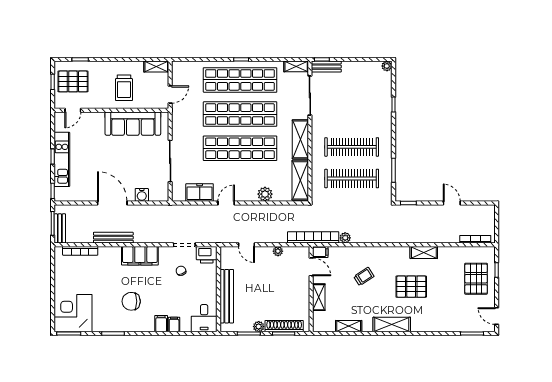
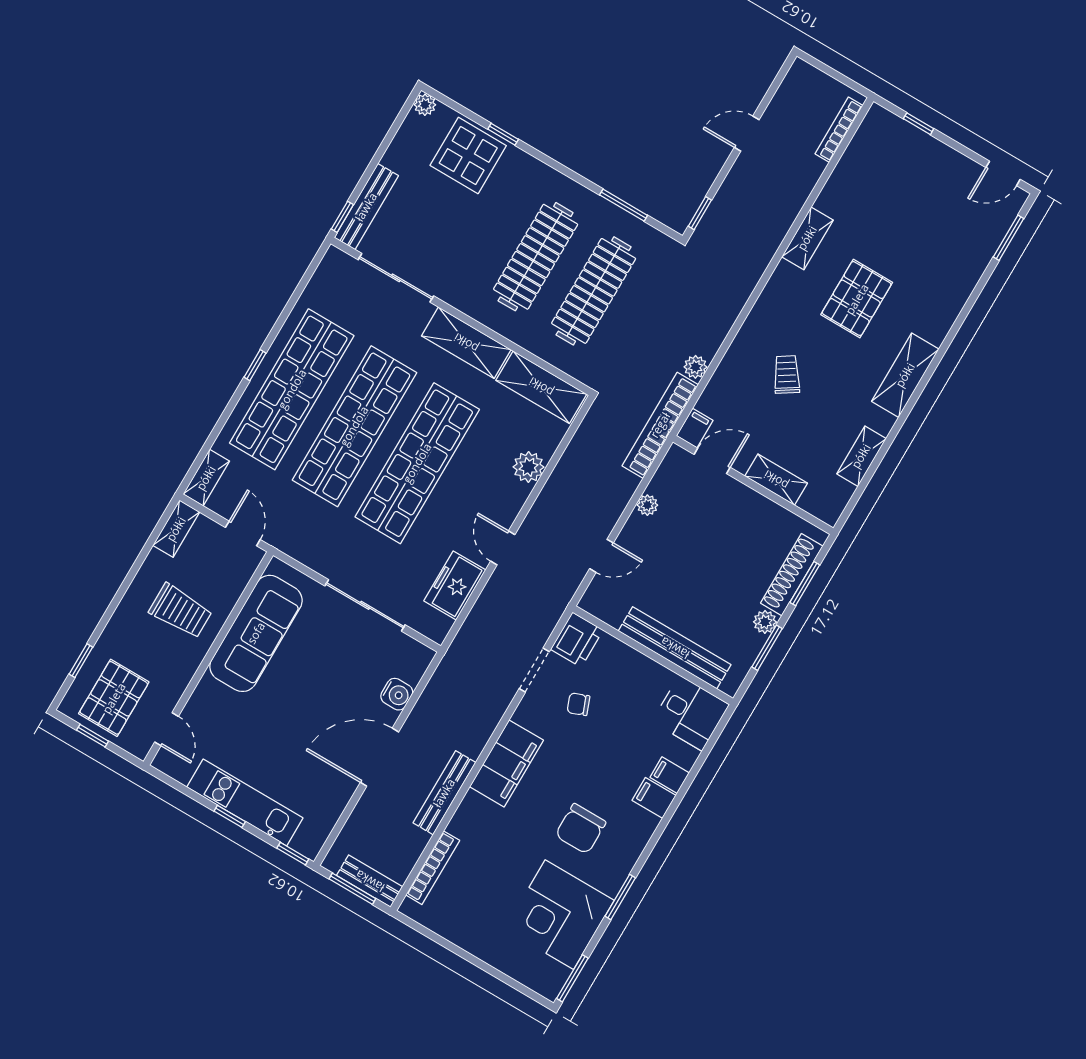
shelving: (296, 66) -> (206, 478), moved
bench: (326, 67) -> (366, 207), width x1.36
display table: (377, 96) -> (468, 155), added
pallet: (476, 279) -> (912, 171), removed
corner desk: (73, 313) -> (559, 915), moved

